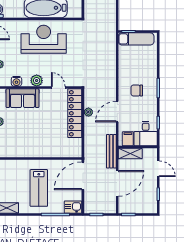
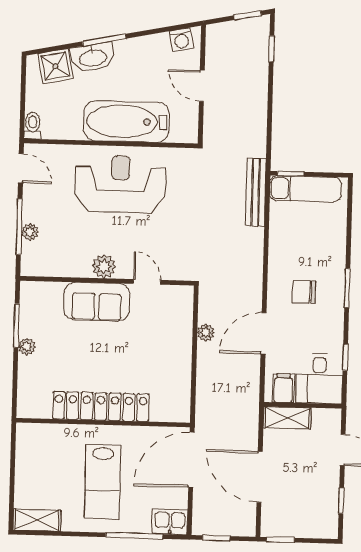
water cooler: (16, 81) -> (64, 267), removed
sofa: (23, 98) -> (97, 302), moved
locker: (75, 113) -> (101, 406), moved, turned 90
bench: (111, 151) -> (256, 192), moved
door: (117, 183) -> (260, 477), swing flipped

